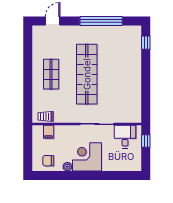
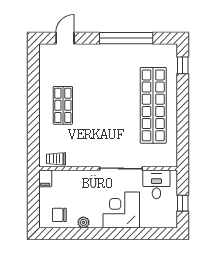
shop shelf: (87, 74) -> (153, 105), moved
filing cabinet: (49, 132) -> (45, 178), moved
window: (146, 141) -> (183, 203), moved
corner desk: (87, 157) -> (121, 210), moved

